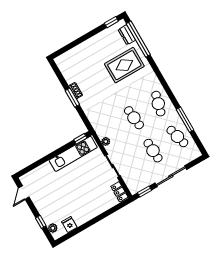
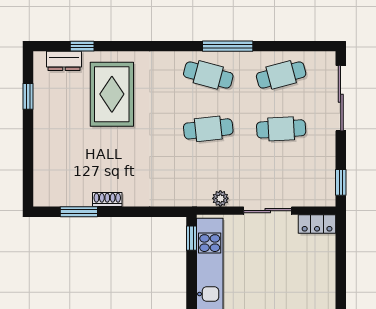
window: (111, 22) -> (28, 96), moved
window: (138, 39) -> (82, 46), width x0.32
window: (72, 98) -> (79, 212), moved
window: (185, 120) -> (228, 46), moved
sliding door: (171, 176) -> (341, 98), moved

